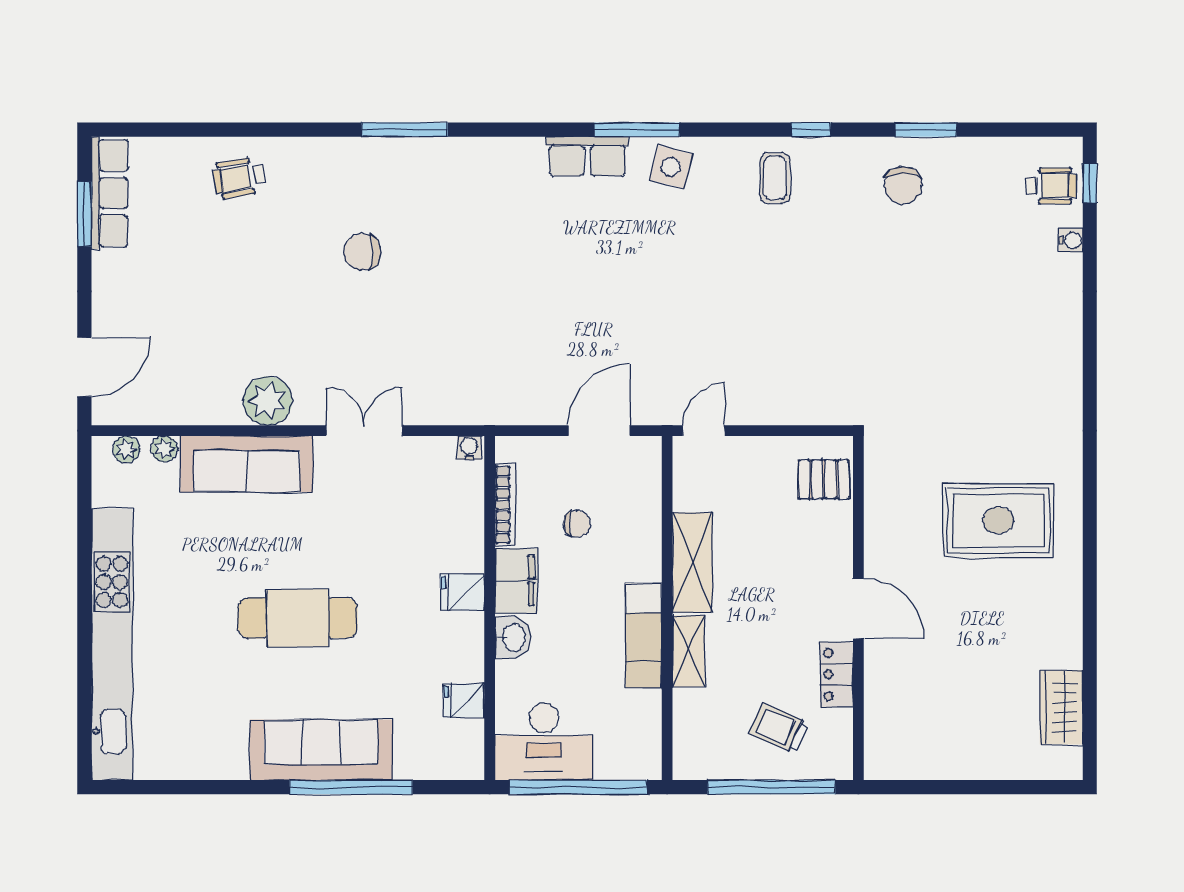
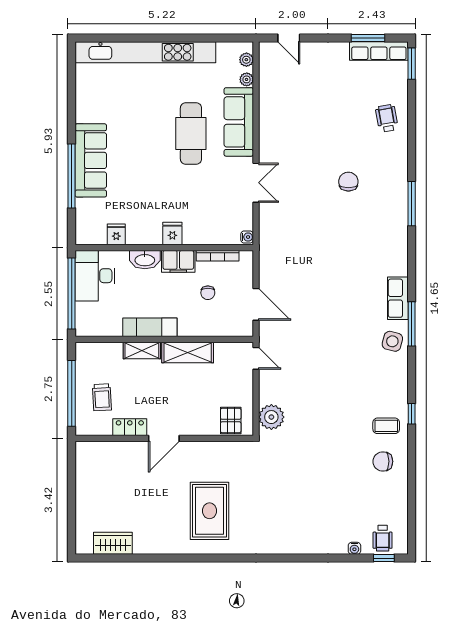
window: (926, 130) -> (412, 64), moved
coffee table: (775, 178) -> (386, 426), moved
door: (84, 367) -> (289, 38), width x0.73
plant: (268, 401) -> (271, 417), moved
cafe table: (298, 618) -> (191, 134), moved
washbasin: (513, 637) -> (145, 260), width x1.38
trolley: (779, 728) -> (102, 397), turned 153

